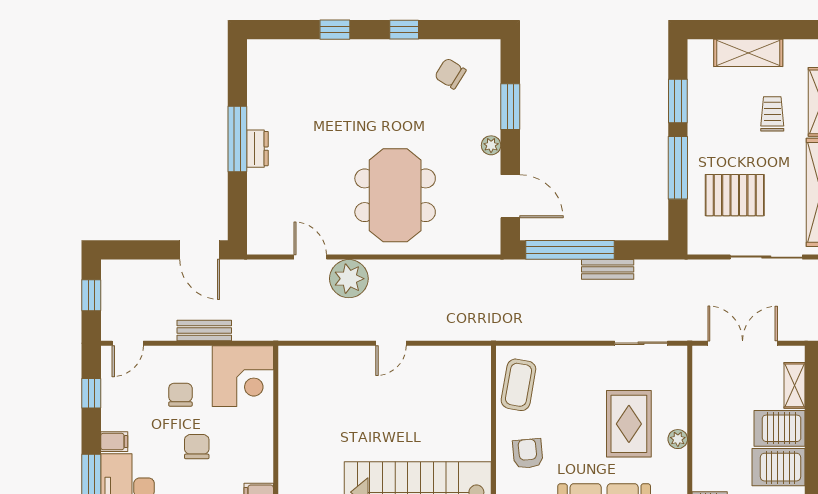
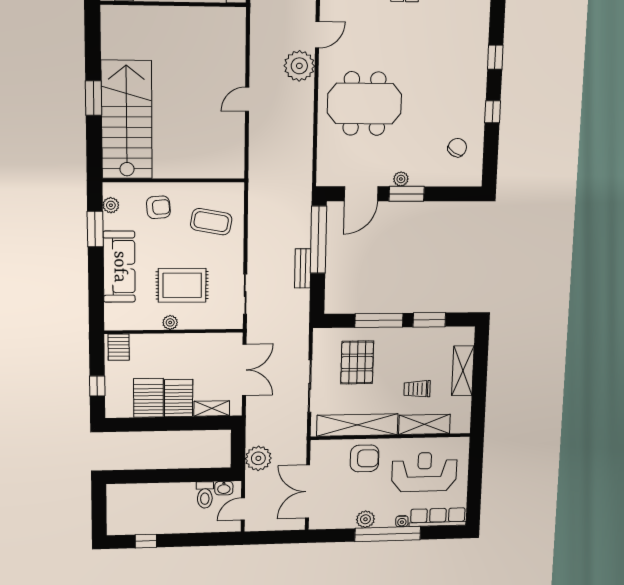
window: (510, 107) -> (407, 194), moved
trolley: (772, 114) -> (417, 389), turned 180
door: (391, 343) -> (247, 99), hinge flipped
coffee table: (518, 385) -> (211, 222), moved

